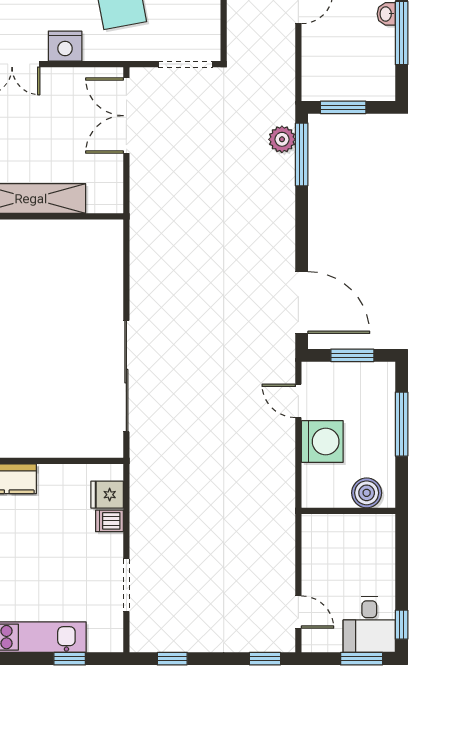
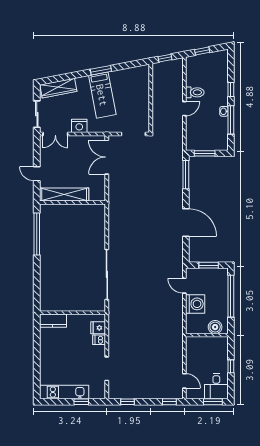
plant: (282, 139) -> (177, 168), removed
door: (302, 303) -> (186, 223), moved
window: (402, 424) -> (231, 296), width x1.46
window: (402, 625) -> (231, 366), moved

